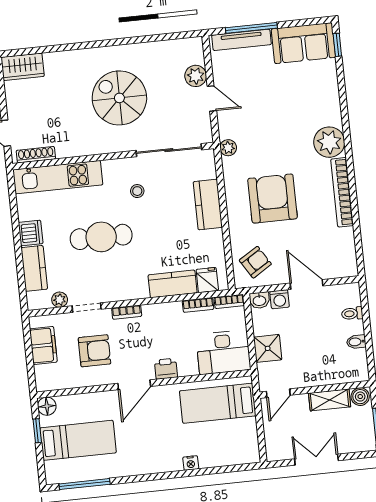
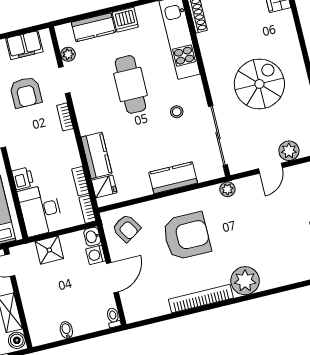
toilet: (352, 314) -> (113, 318), moved
printer: (166, 369) -> (23, 178), moved

